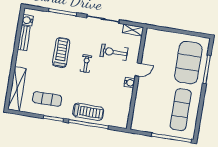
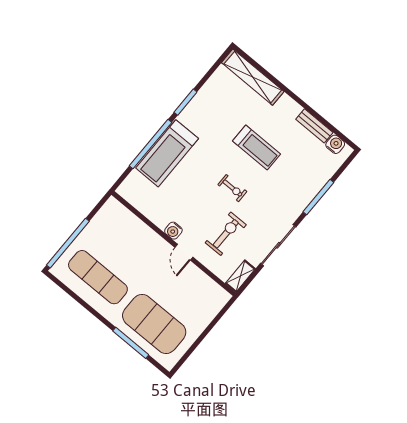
treadmill: (61, 53) -> (256, 147), moved
exercise mat: (47, 99) -> (216, 109), removed
treadmill: (88, 112) -> (167, 153), width x1.37, depth x1.38

